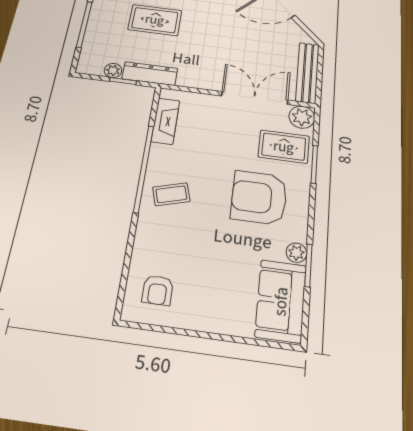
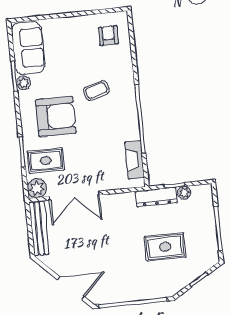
coffee table: (171, 194) -> (96, 90), moved

